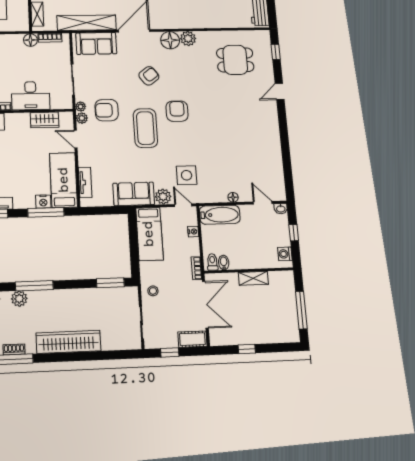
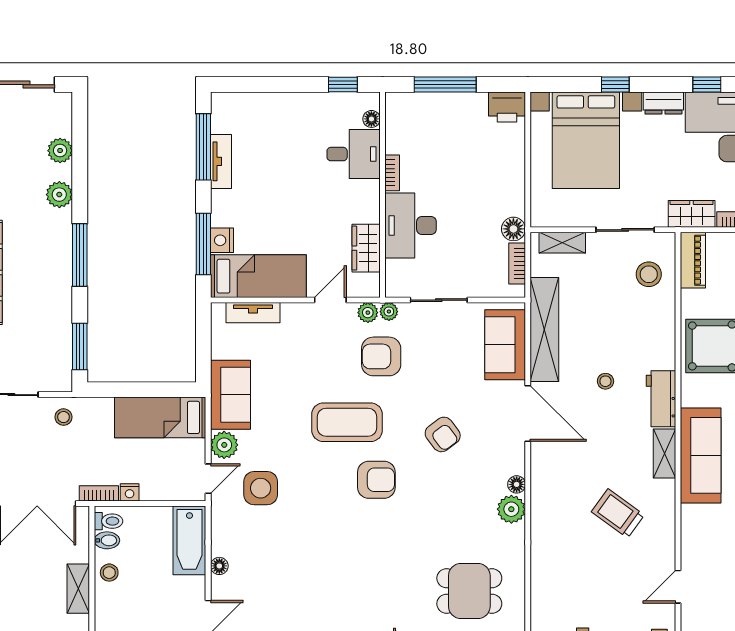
floor lamp: (170, 40) -> (517, 484), width x0.53, depth x0.53
dining table: (235, 60) -> (469, 591), turned 90
armchair: (107, 110) -> (381, 356), turned -90
nightstand: (193, 232) -> (130, 492), moved
stool: (242, 260) -> (109, 573), added
window: (34, 286) -> (80, 255), moved

